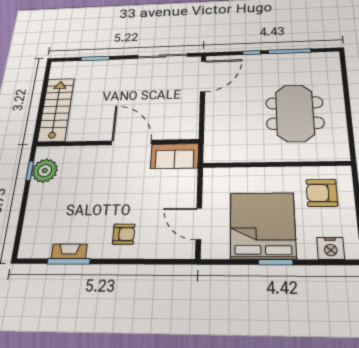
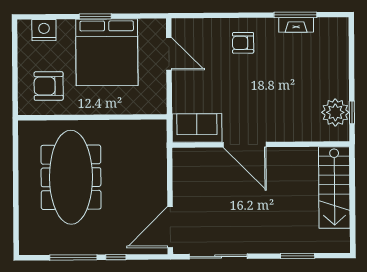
meeting table: (295, 113) -> (71, 177), width x1.36
armchair: (322, 193) -> (49, 86), turned 180

